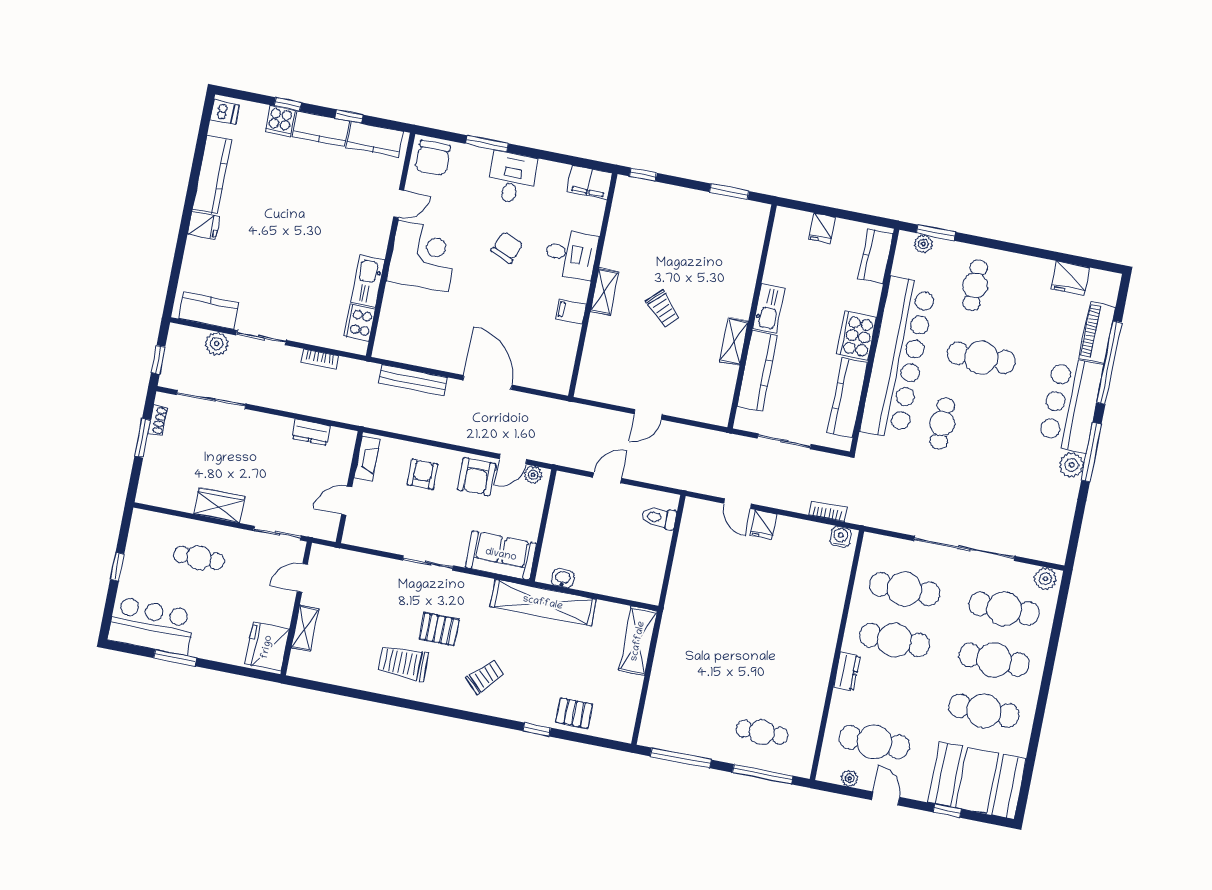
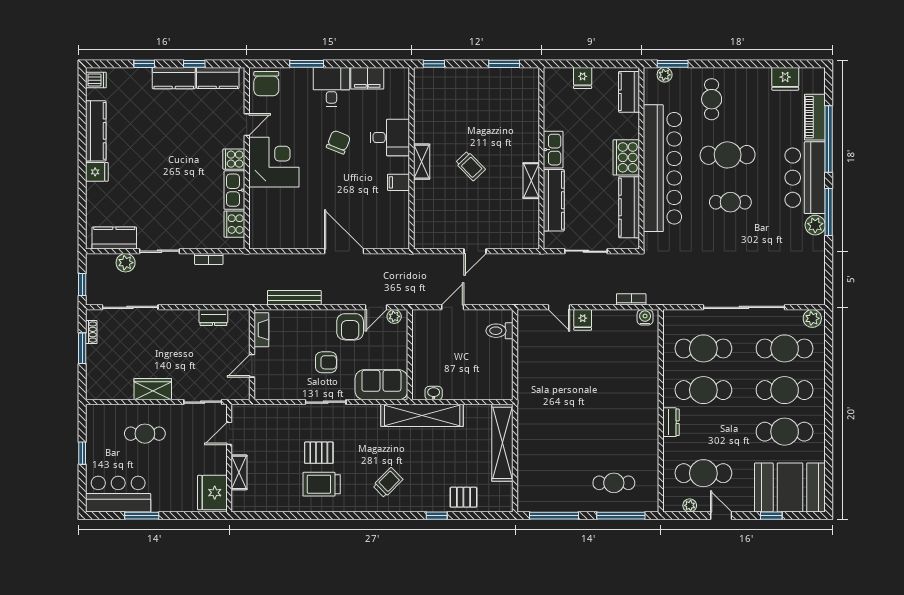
cooker: (280, 121) -> (234, 159), moved, turned 90
filing cabinet: (590, 182) -> (367, 78), moved
bench: (413, 380) -> (294, 298), moved
cafe table: (942, 423) -> (730, 202), moved, turned 90
armchair: (423, 474) -> (326, 362), moved, turned 90
pallet: (439, 629) -> (319, 453), moved
shelving: (638, 641) -> (502, 443), width x1.47

